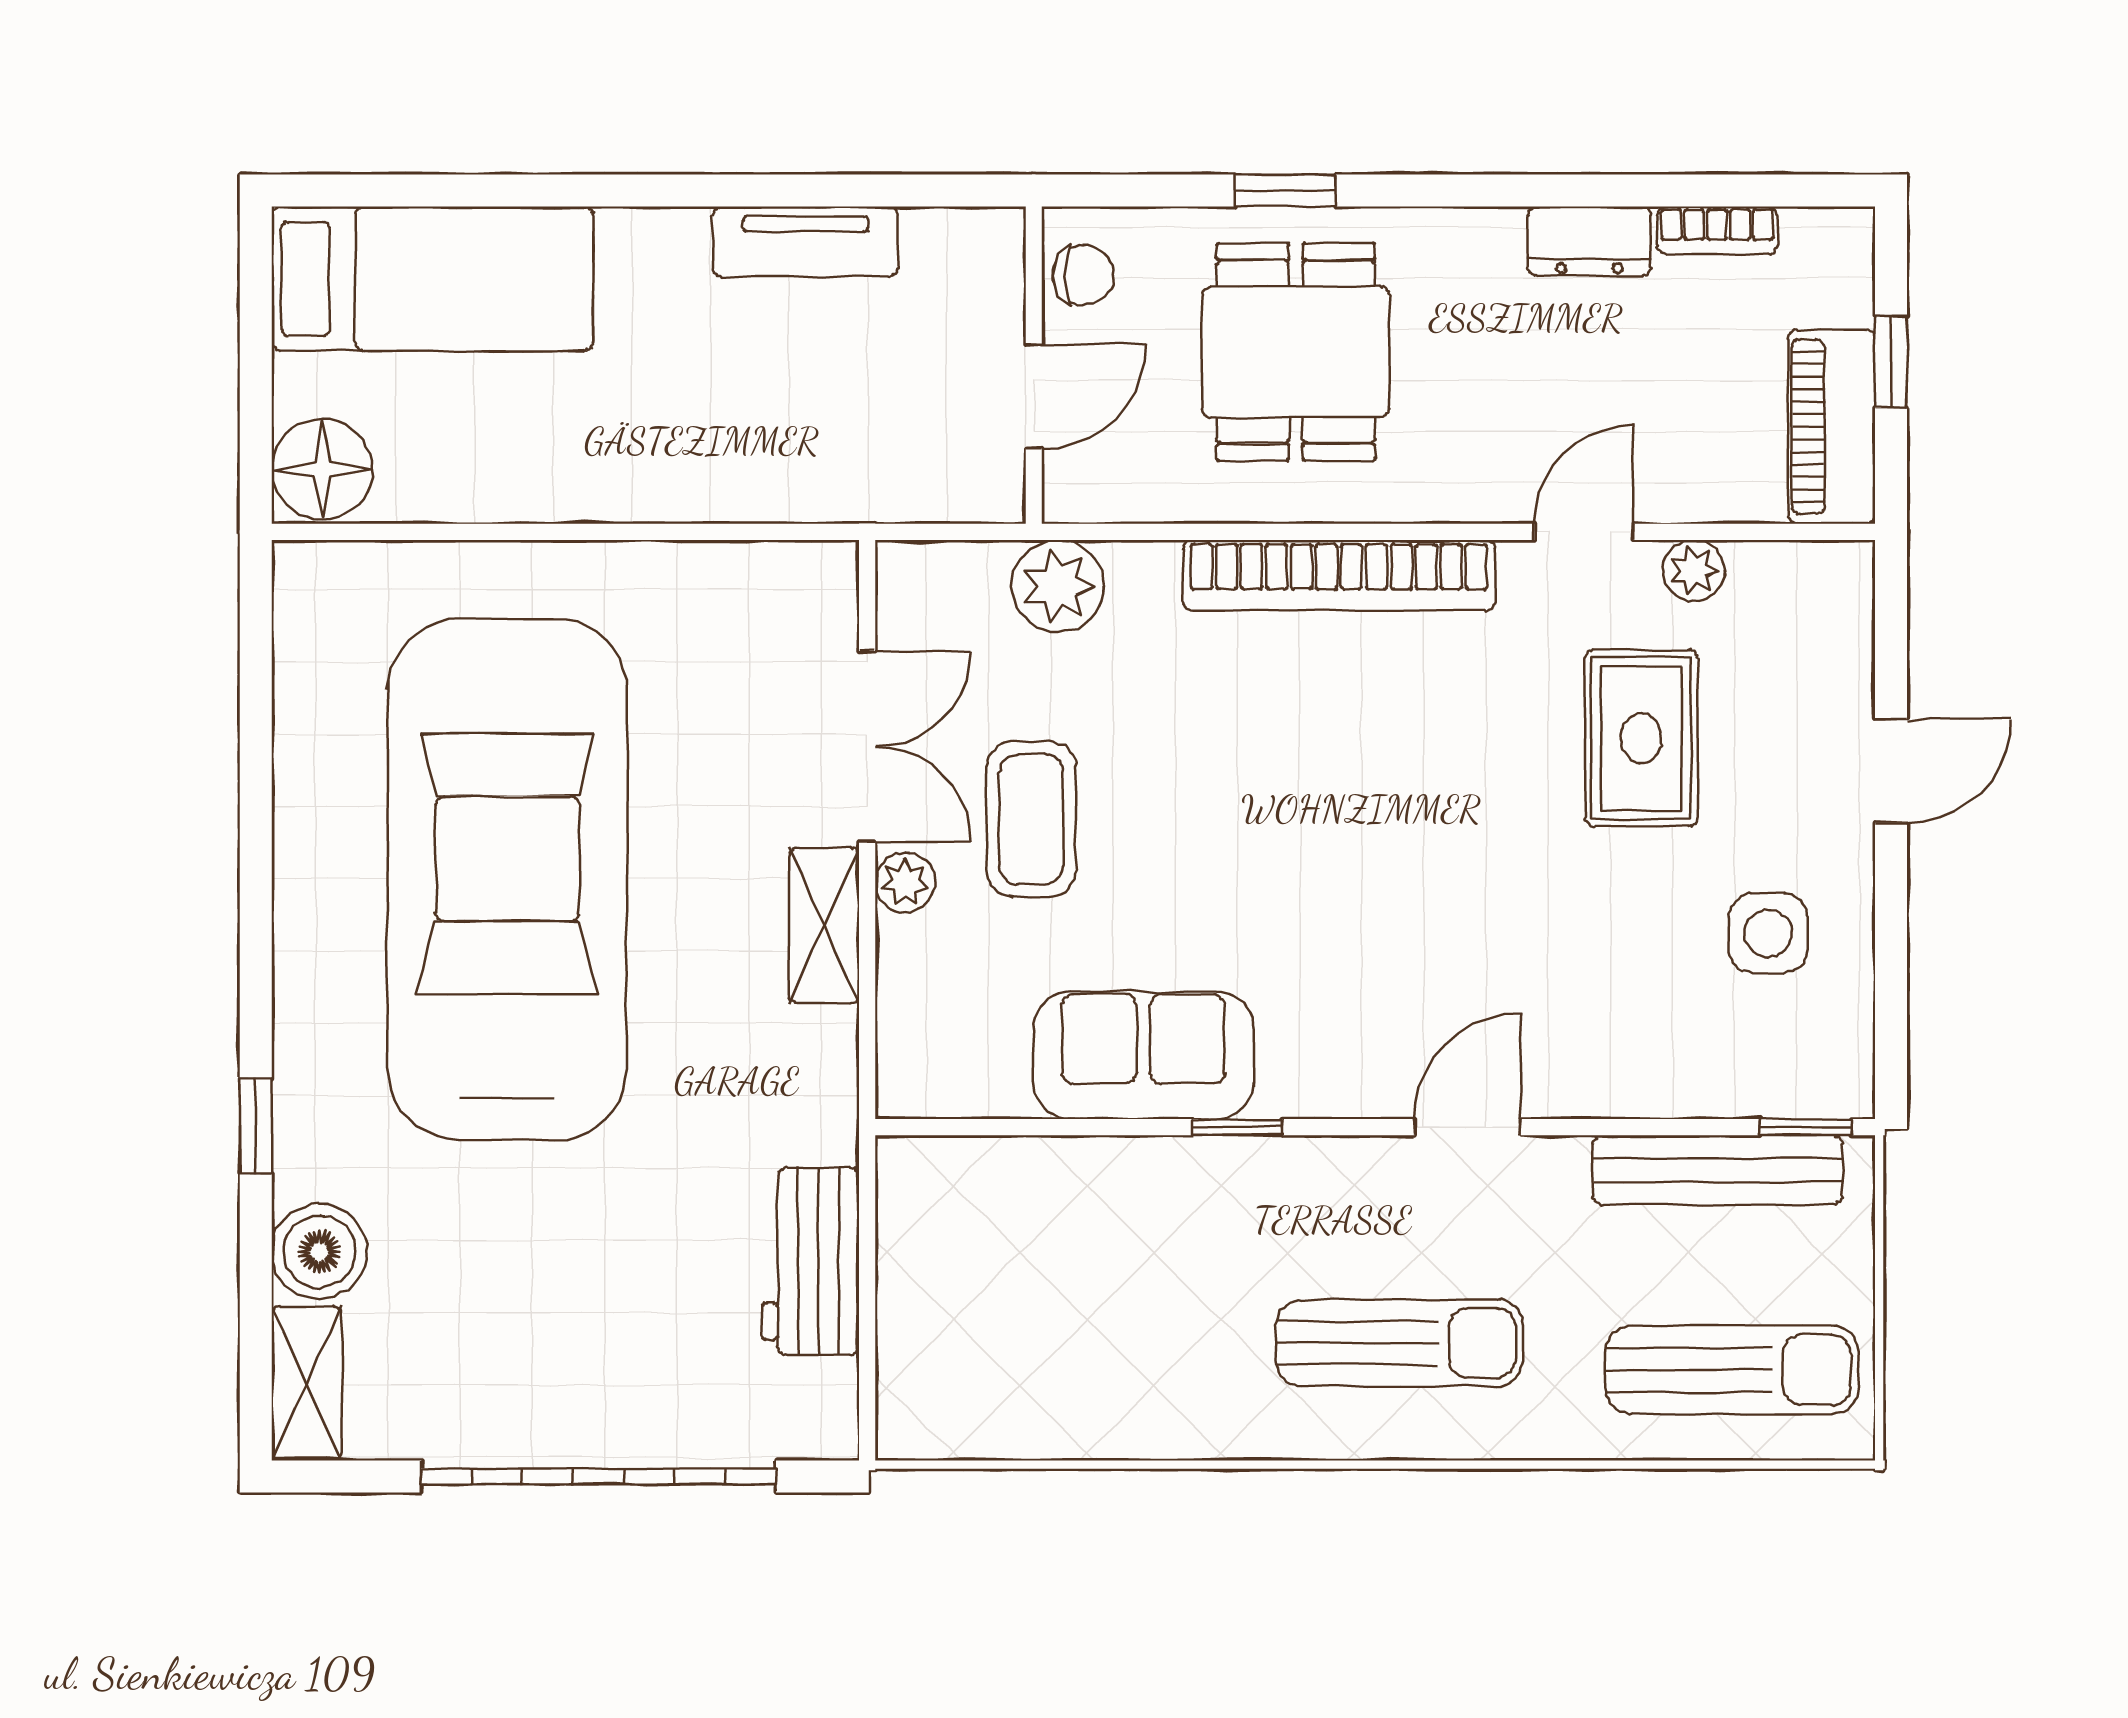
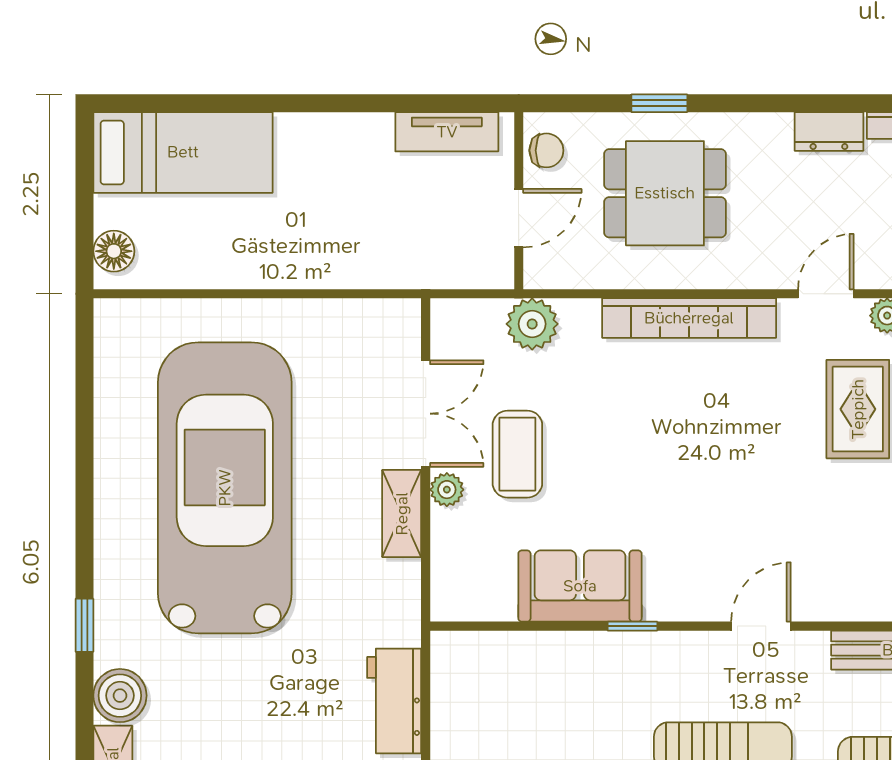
tv unit: (805, 242) -> (447, 132), moved
dining table: (1296, 352) -> (665, 193), turned 90
floor lamp: (322, 469) -> (114, 251), width x0.73, depth x0.73

